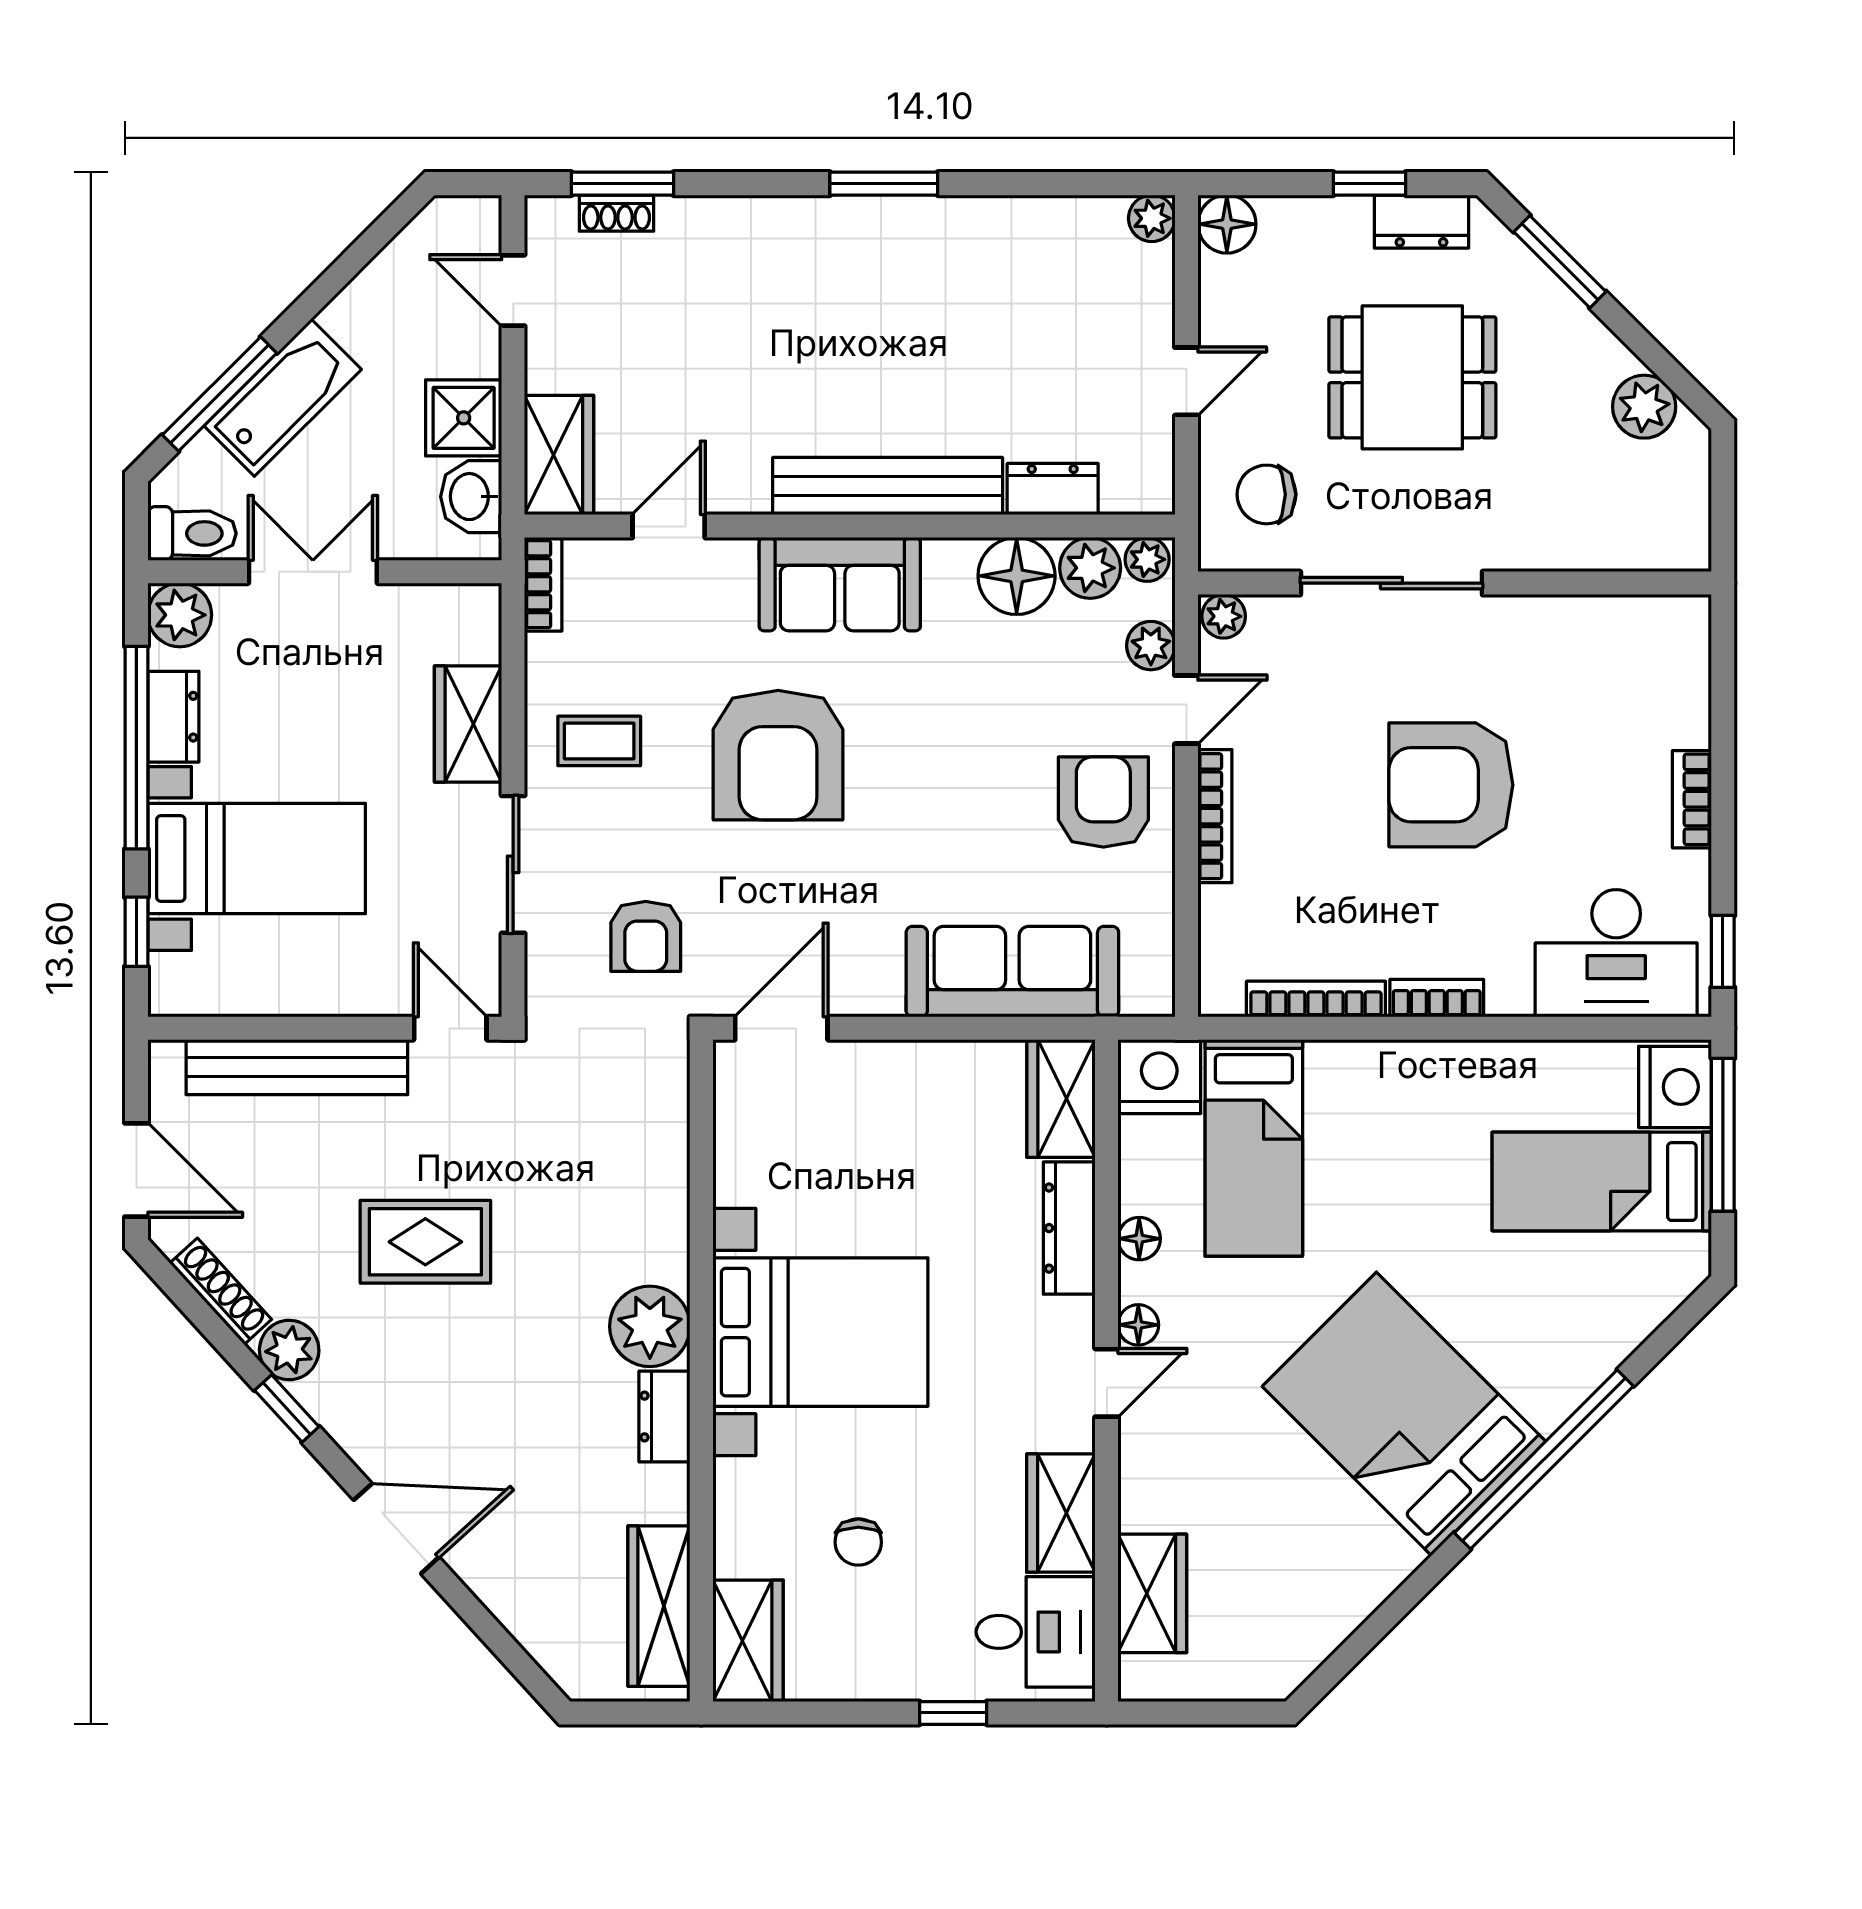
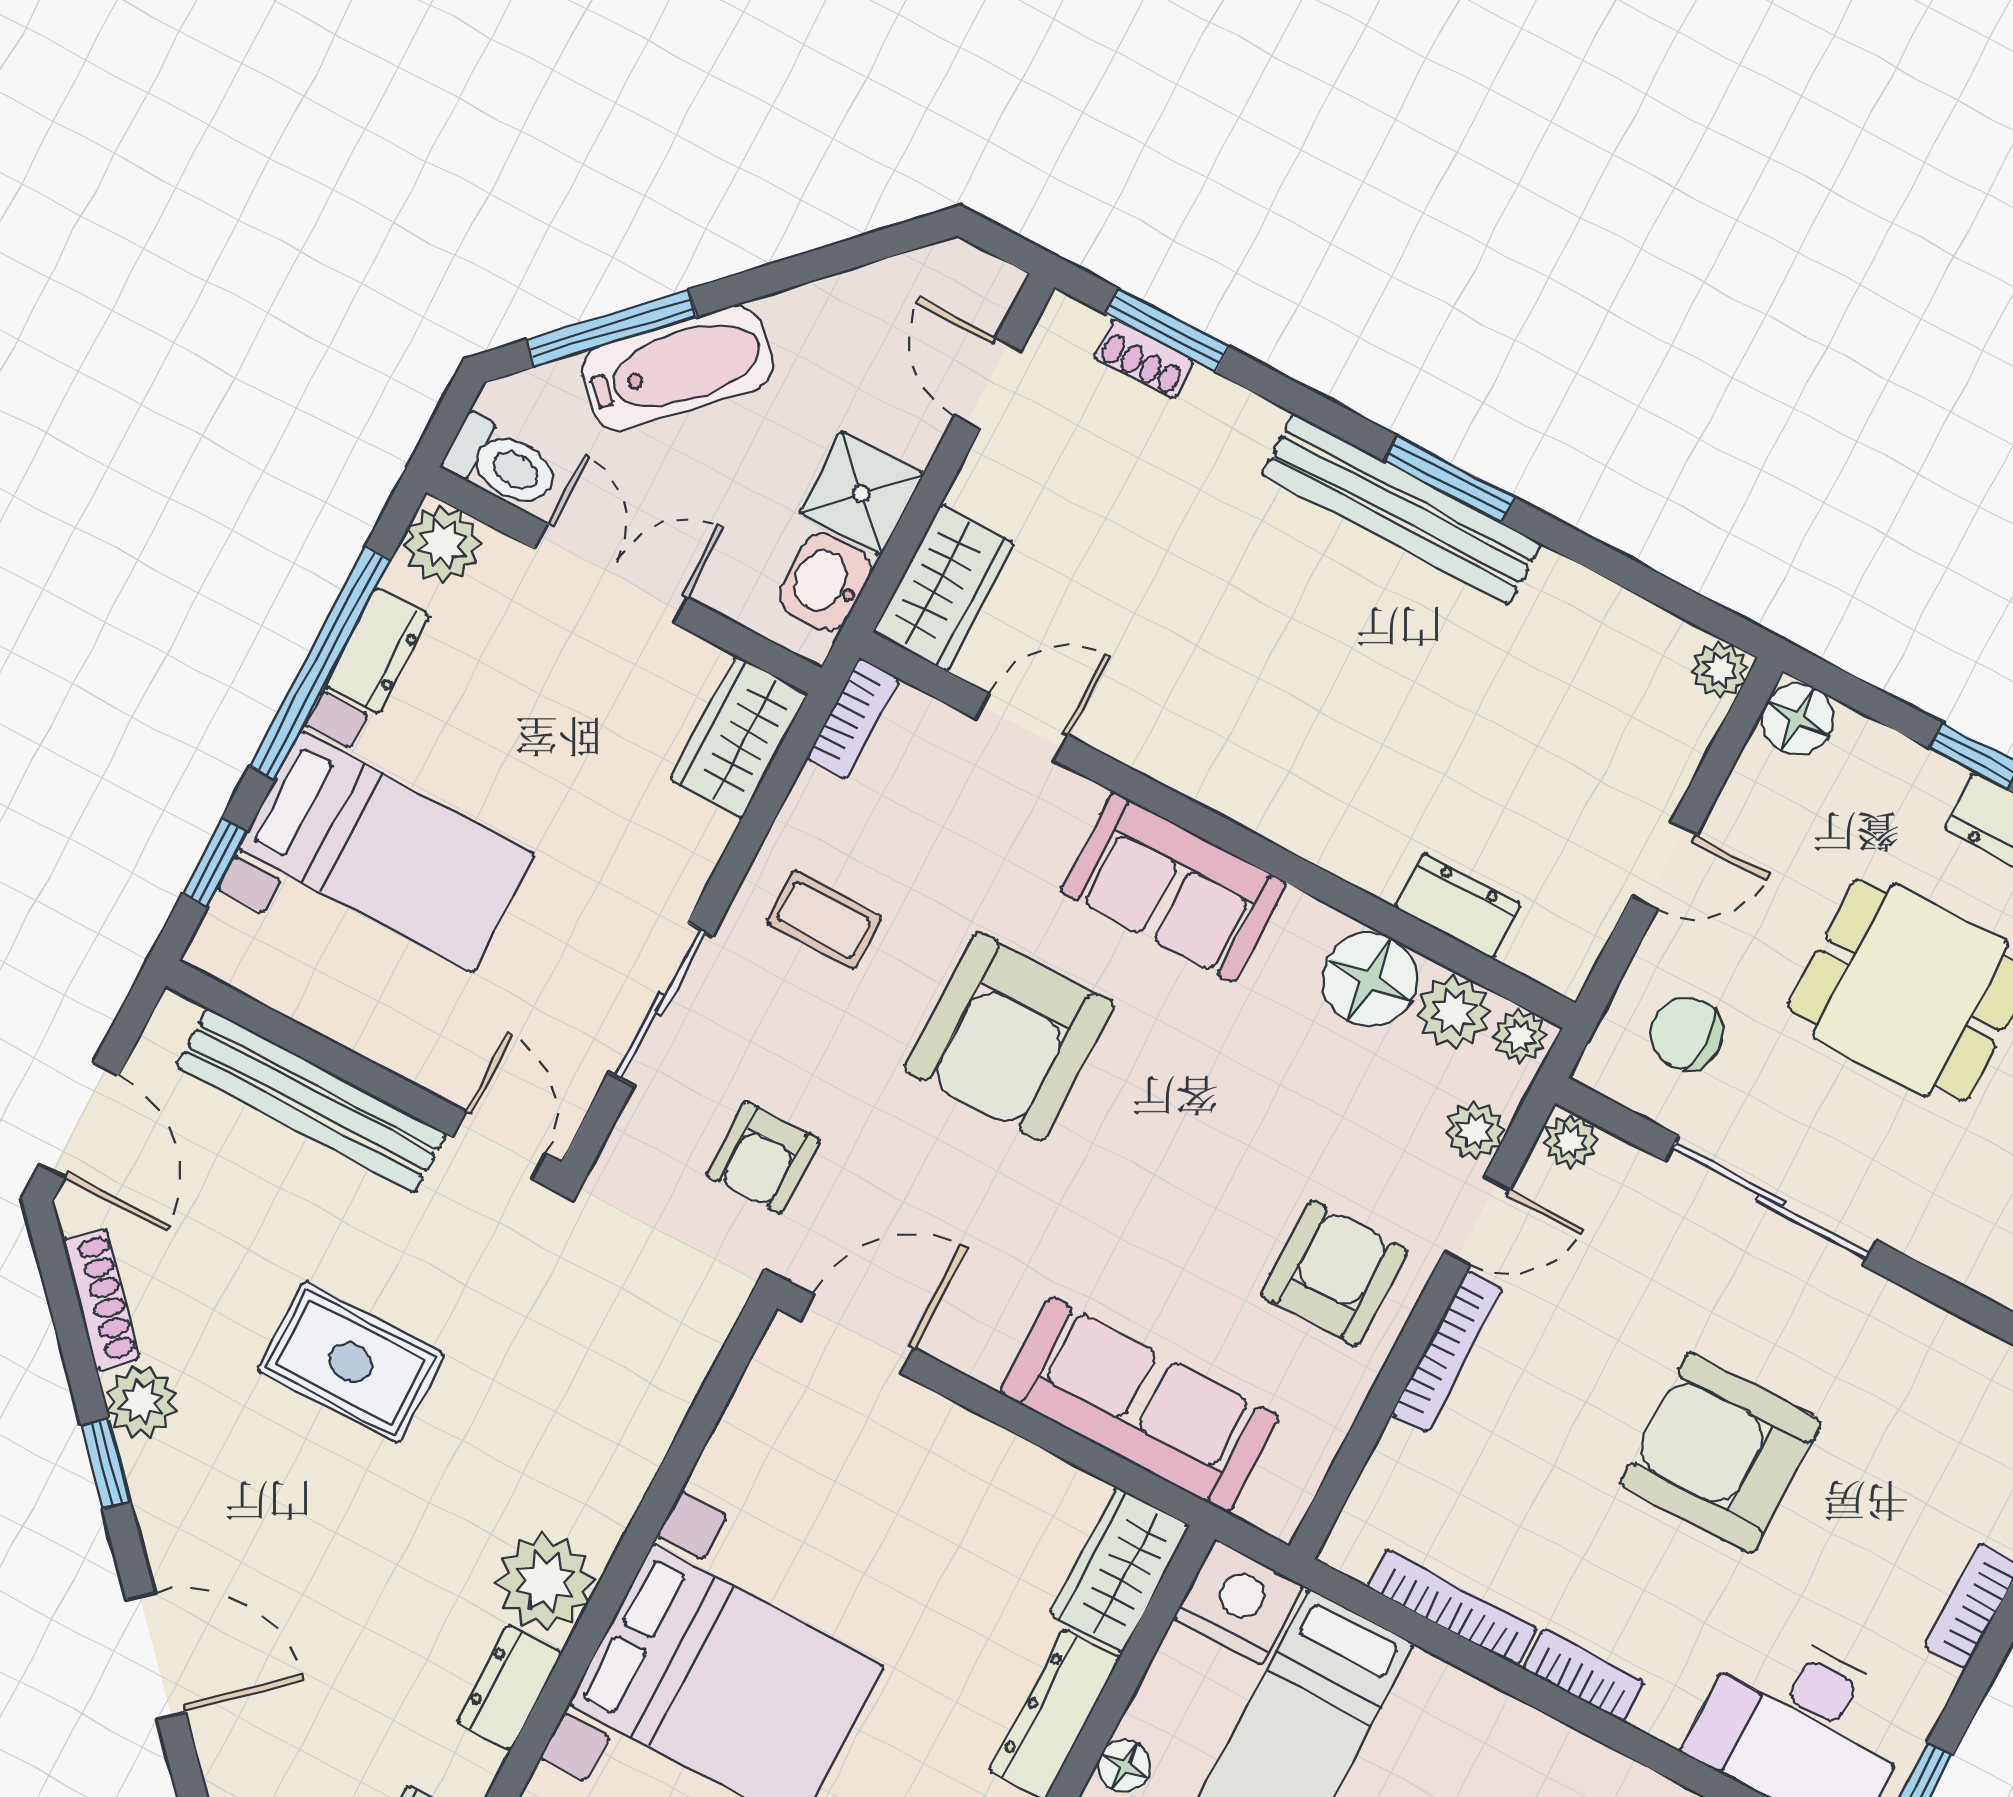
bench: (888, 486) -> (1401, 509), moved
wardrobe: (468, 724) -> (739, 737), moved

